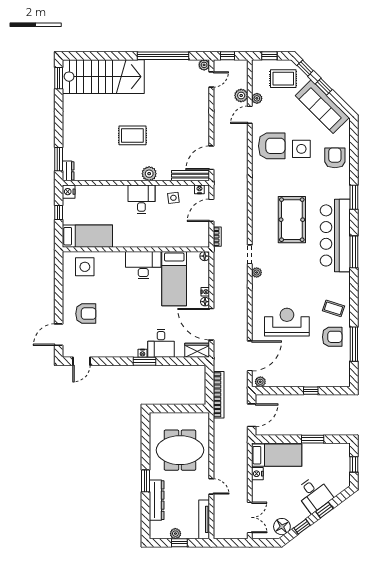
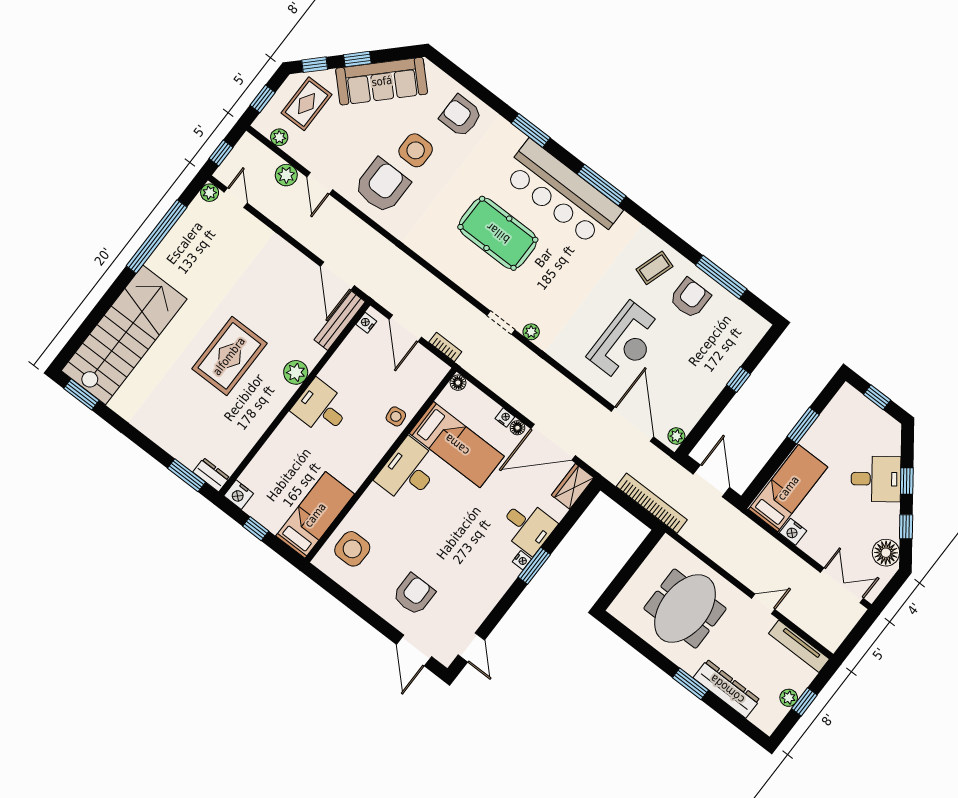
plant: (257, 98) -> (279, 137), moved
rug: (132, 135) -> (229, 356), width x1.36, depth x1.43
side table: (173, 198) -> (396, 416), moved
reception desk: (287, 322) -> (626, 342), turned 180

